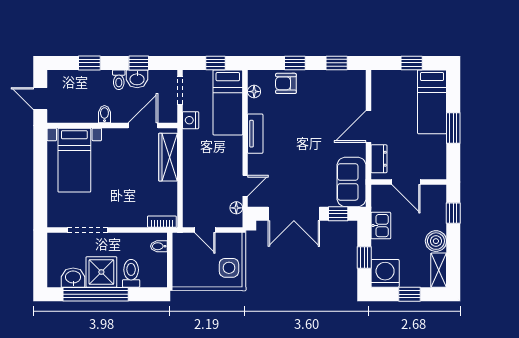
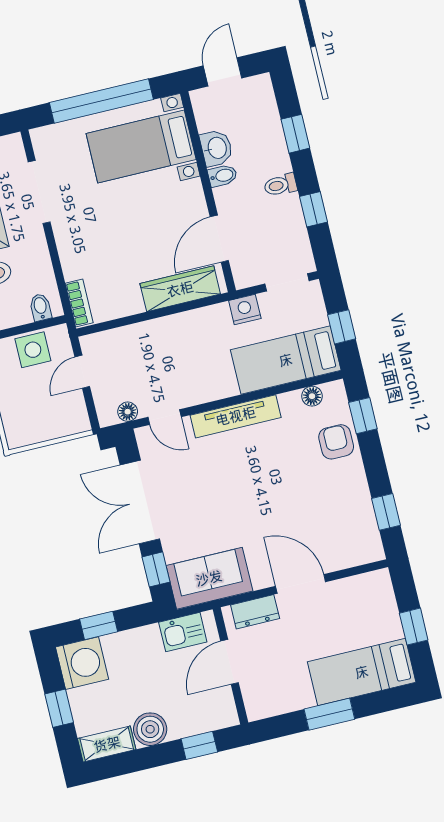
window: (295, 63) -> (363, 416), moved
washbasin: (137, 79) -> (216, 148), moved, turned 180
door: (143, 125) -> (219, 239), swing flipped
tv unit: (255, 134) -> (236, 416), width x1.41
window: (40, 178) -> (101, 101), added
kitchen sink: (381, 226) -> (183, 632), moved
side table: (229, 268) -> (33, 350), moved

